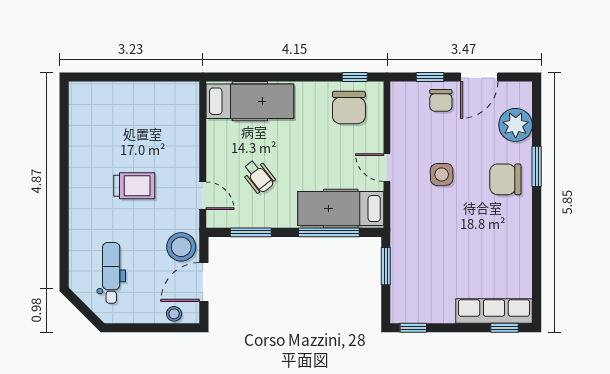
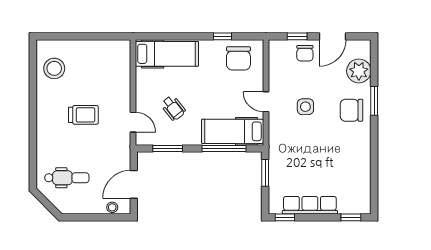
window: (355, 77) -> (223, 36), moved
stool: (181, 247) -> (54, 68), moved
dental chair: (111, 273) -> (67, 178), turned 90
row of seats: (494, 311) -> (310, 205), moved

